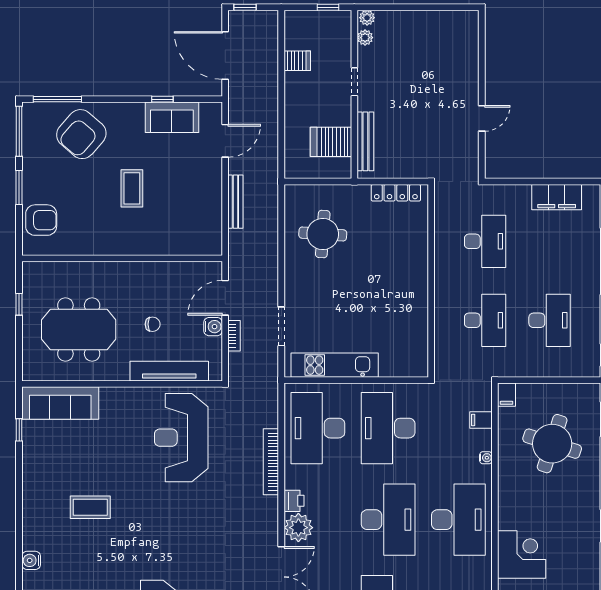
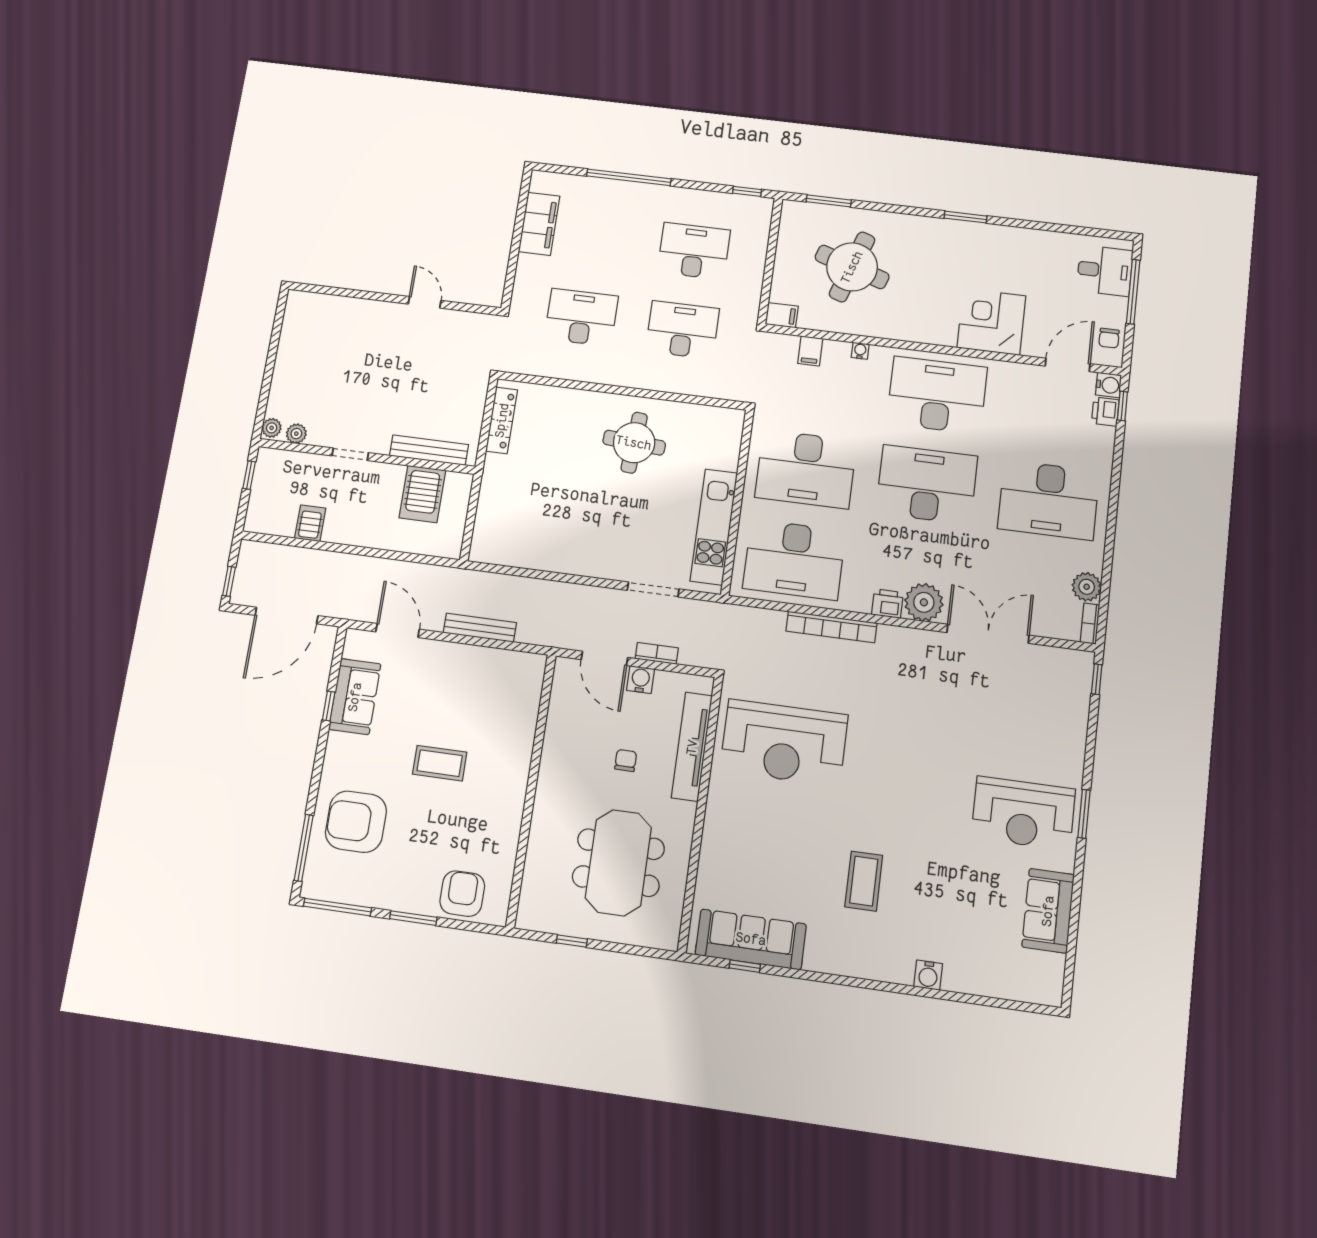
armchair: (81, 134) -> (356, 822), turned 139
round table: (323, 234) -> (634, 443), moved
sofa: (60, 403) -> (751, 939), moved, turned -90

